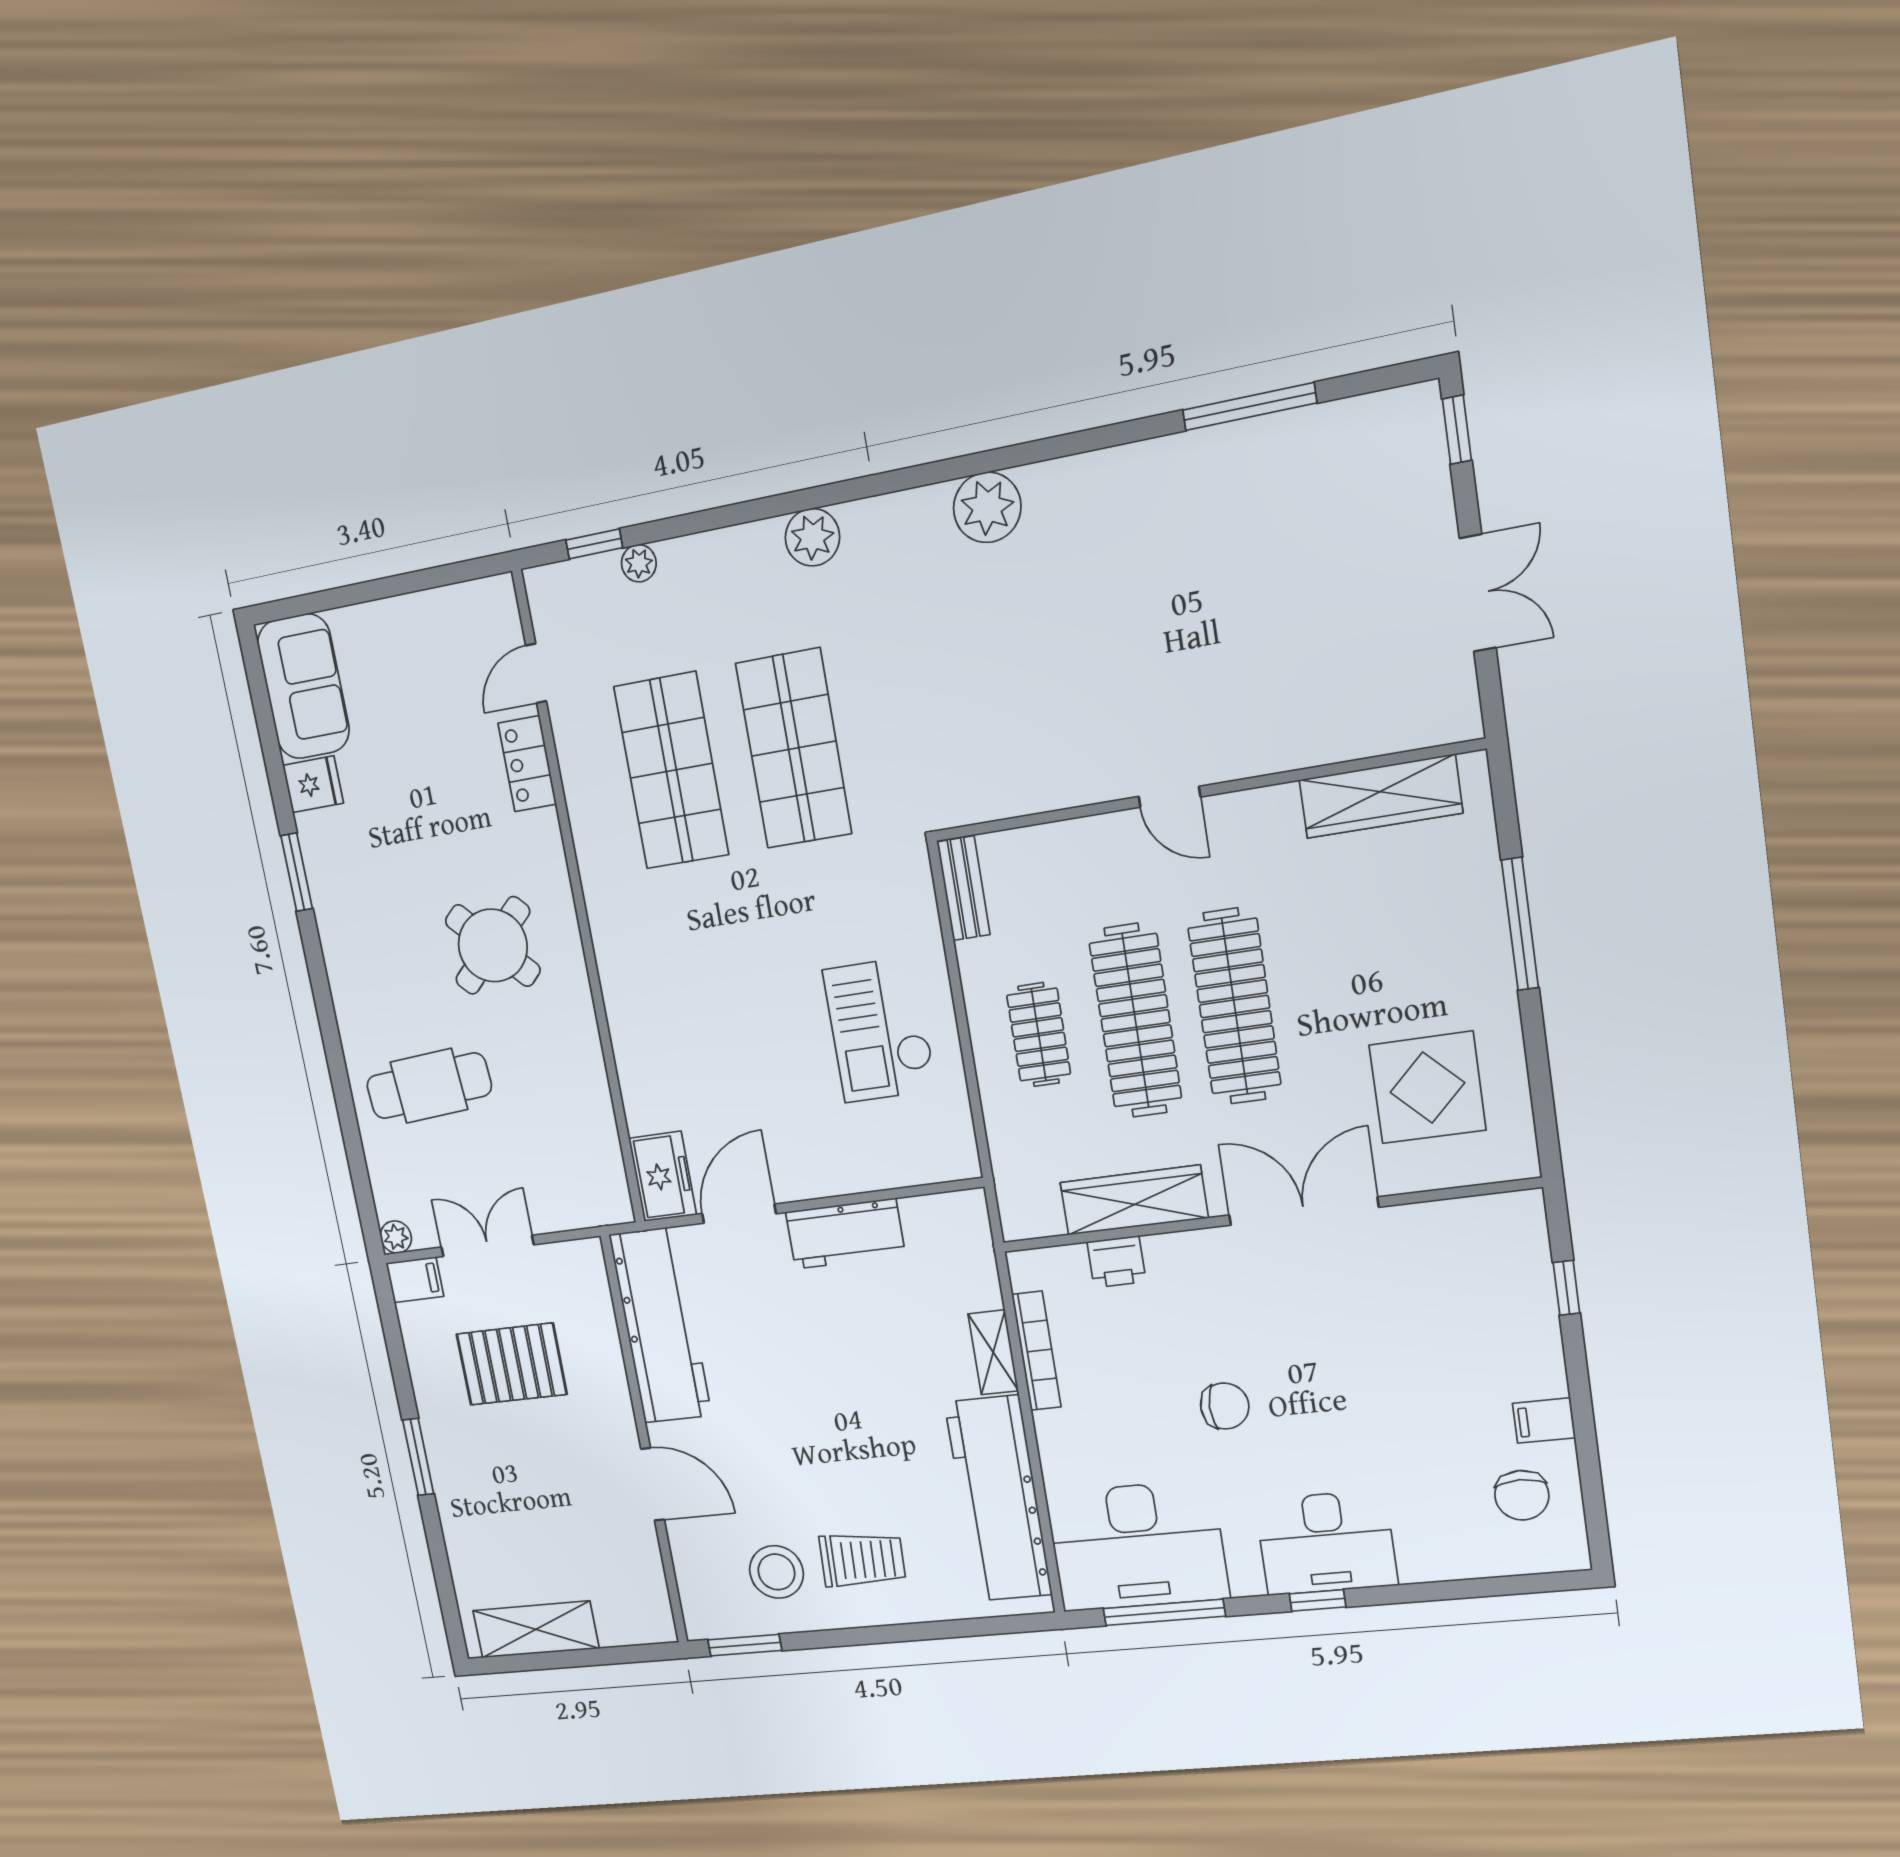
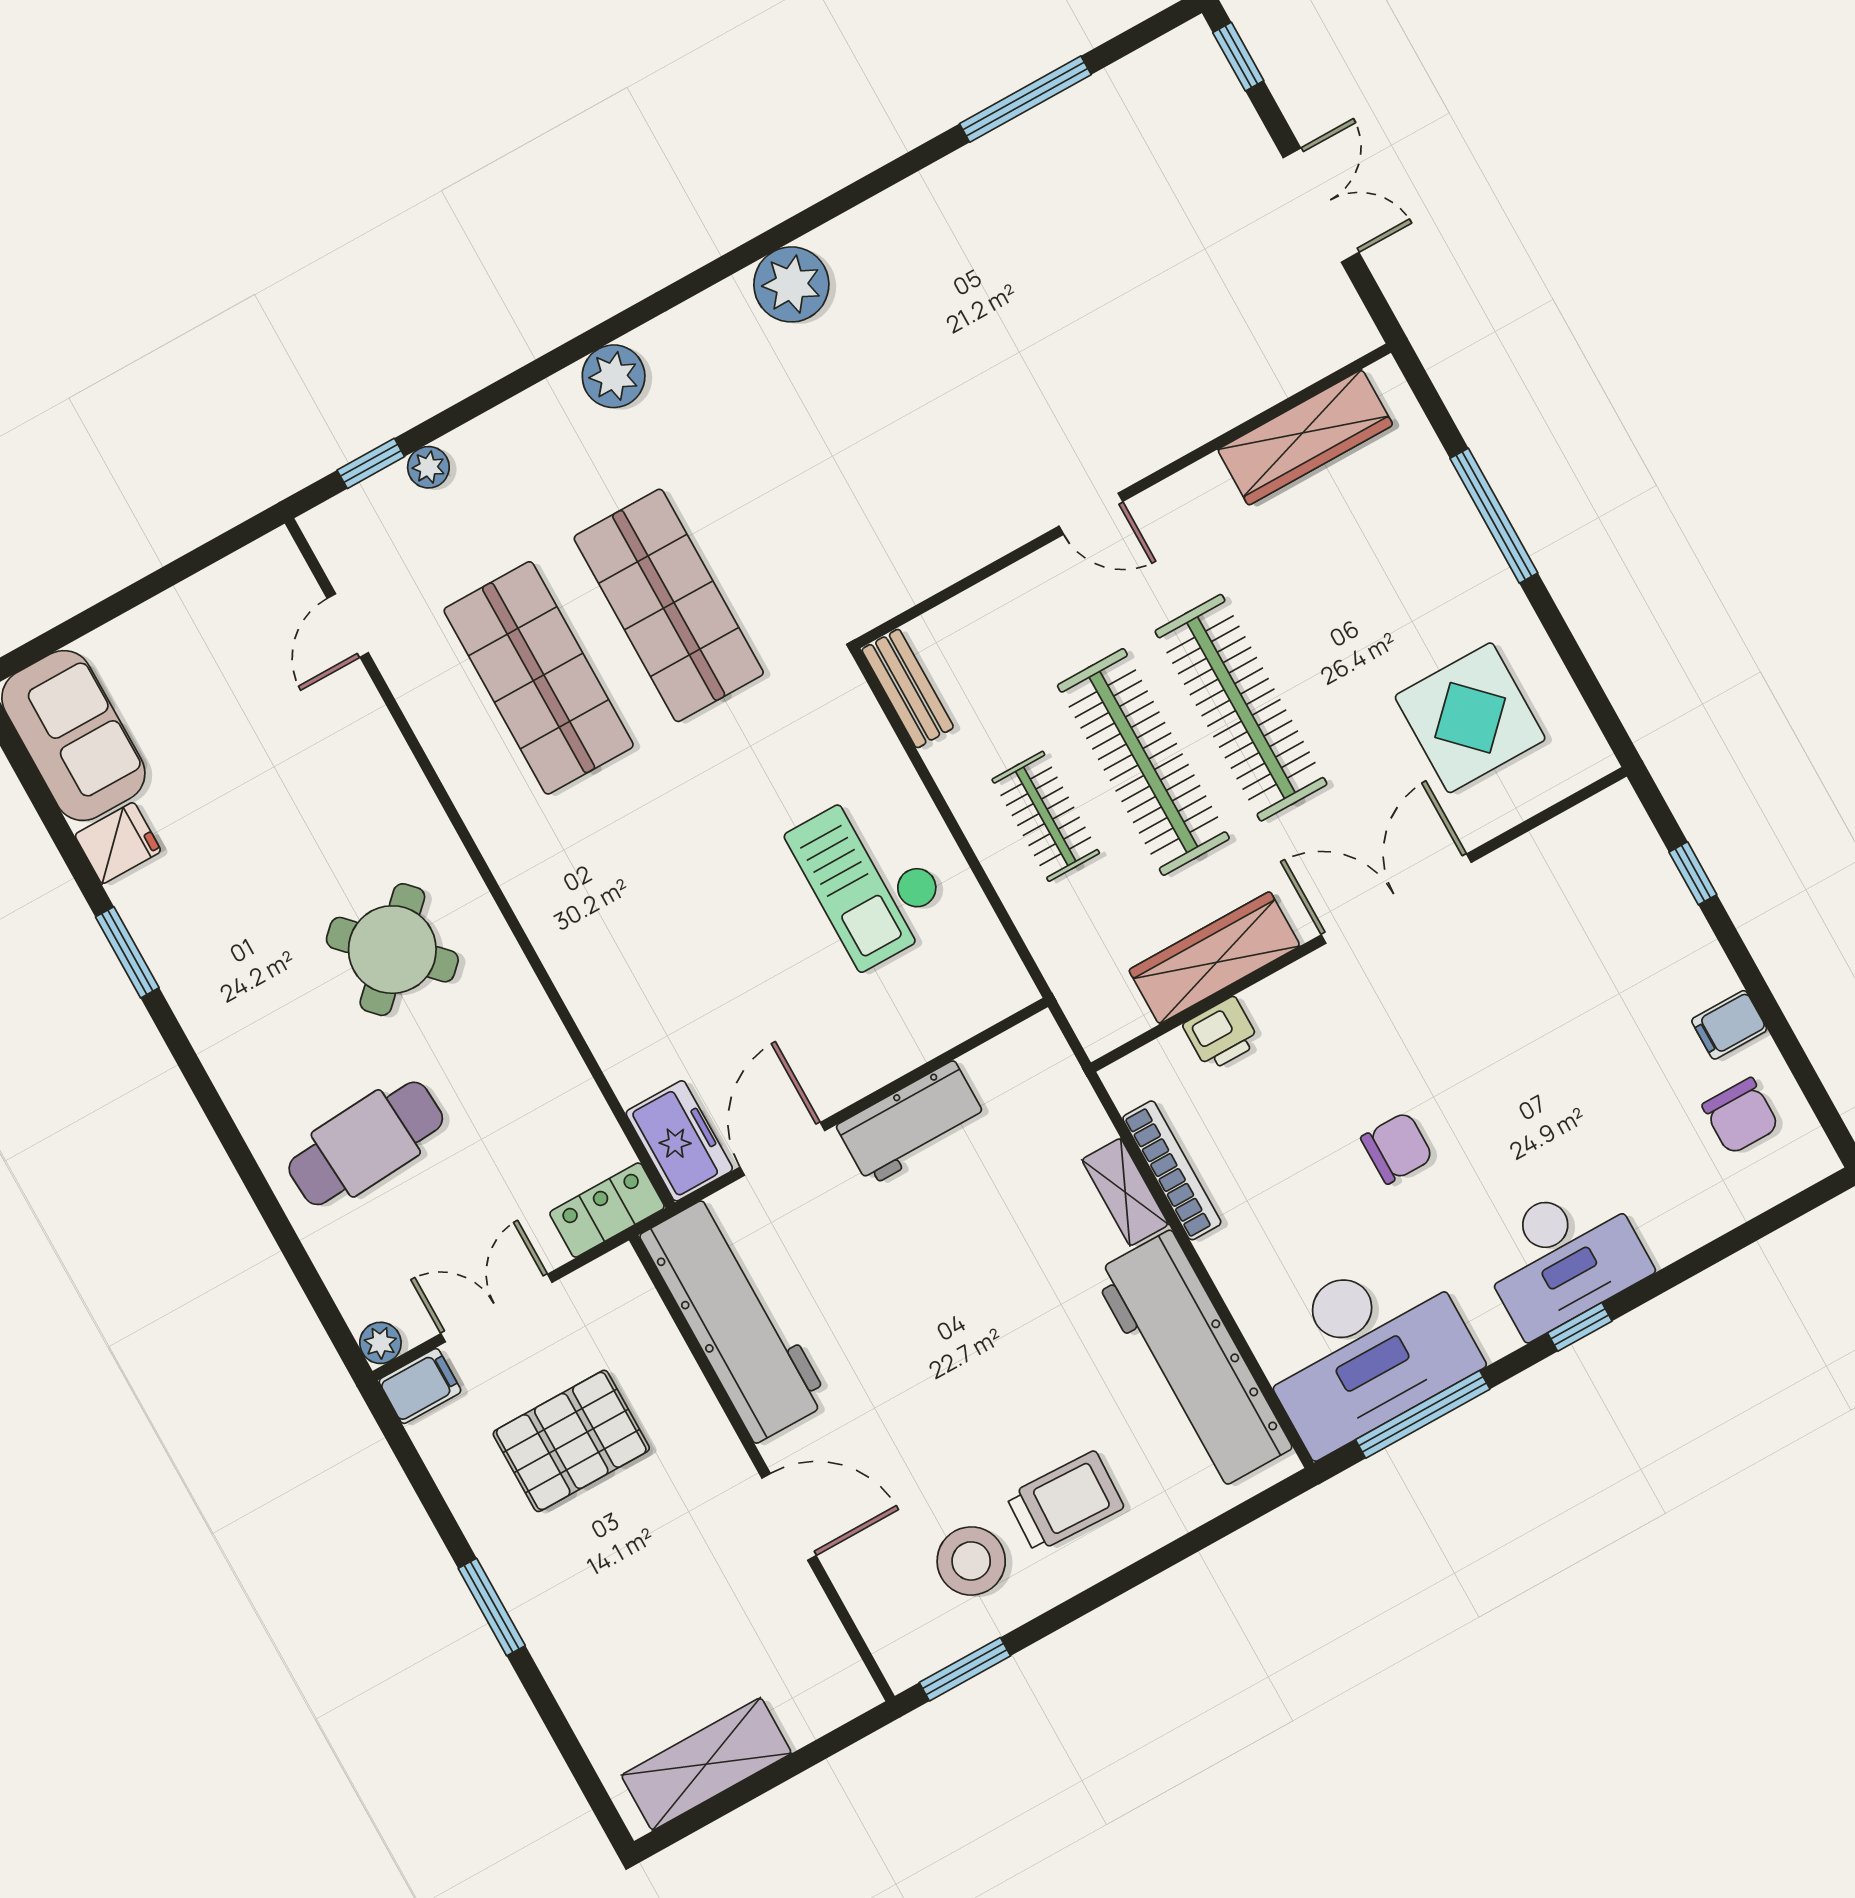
locker: (527, 764) -> (607, 1210), moved, turned 90

